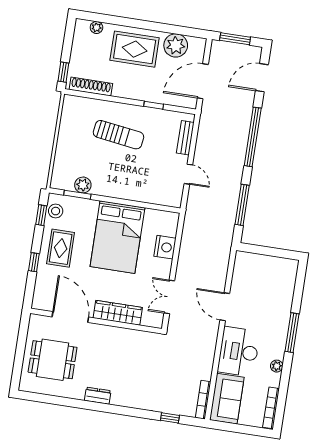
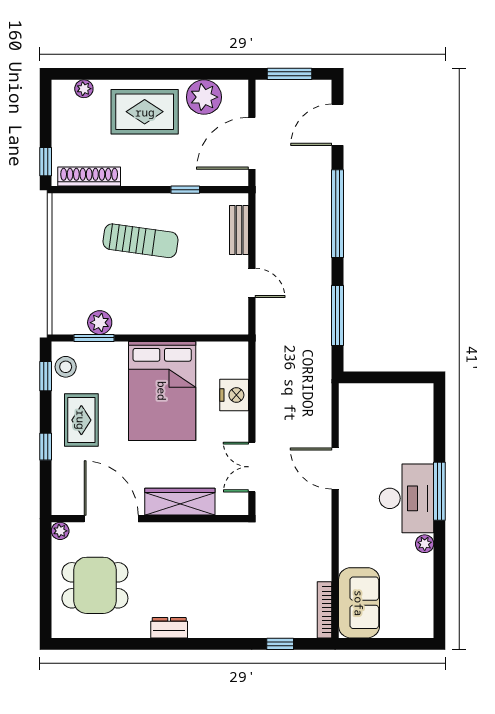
plant: (35, 320) -> (60, 531), added
desk: (239, 352) -> (407, 498), moved, turned 180
bookcase: (271, 408) -> (426, 606), removed

